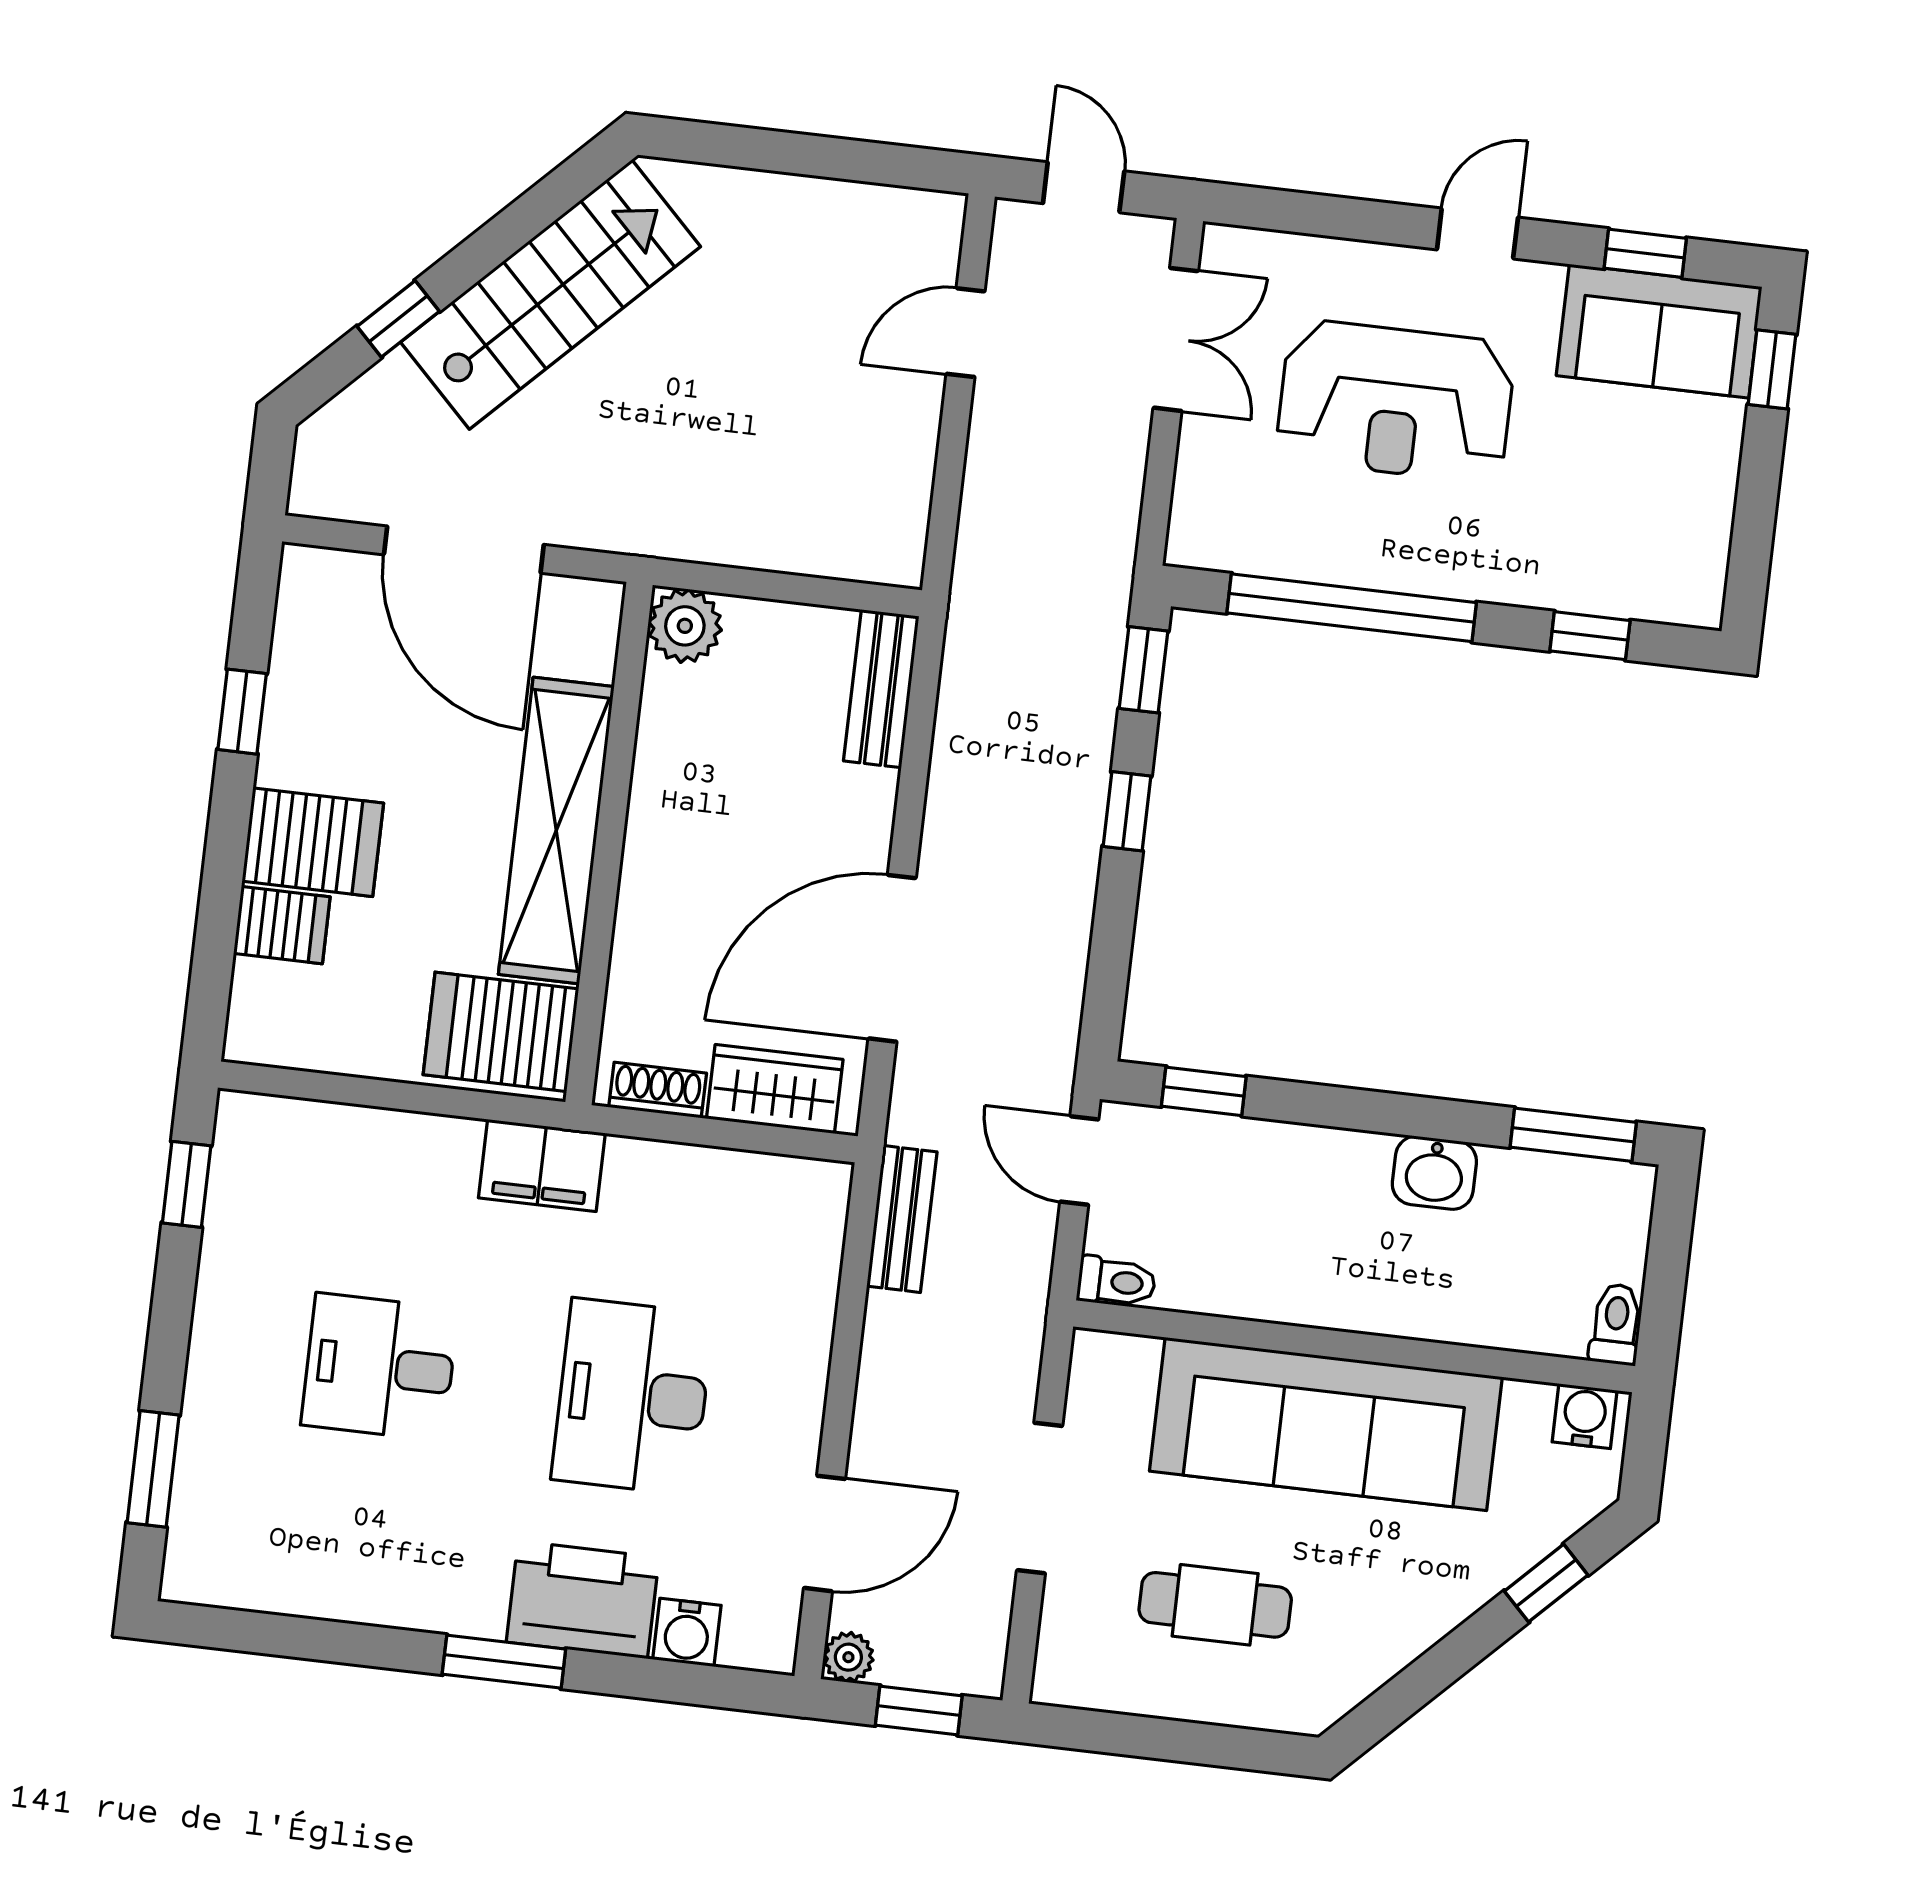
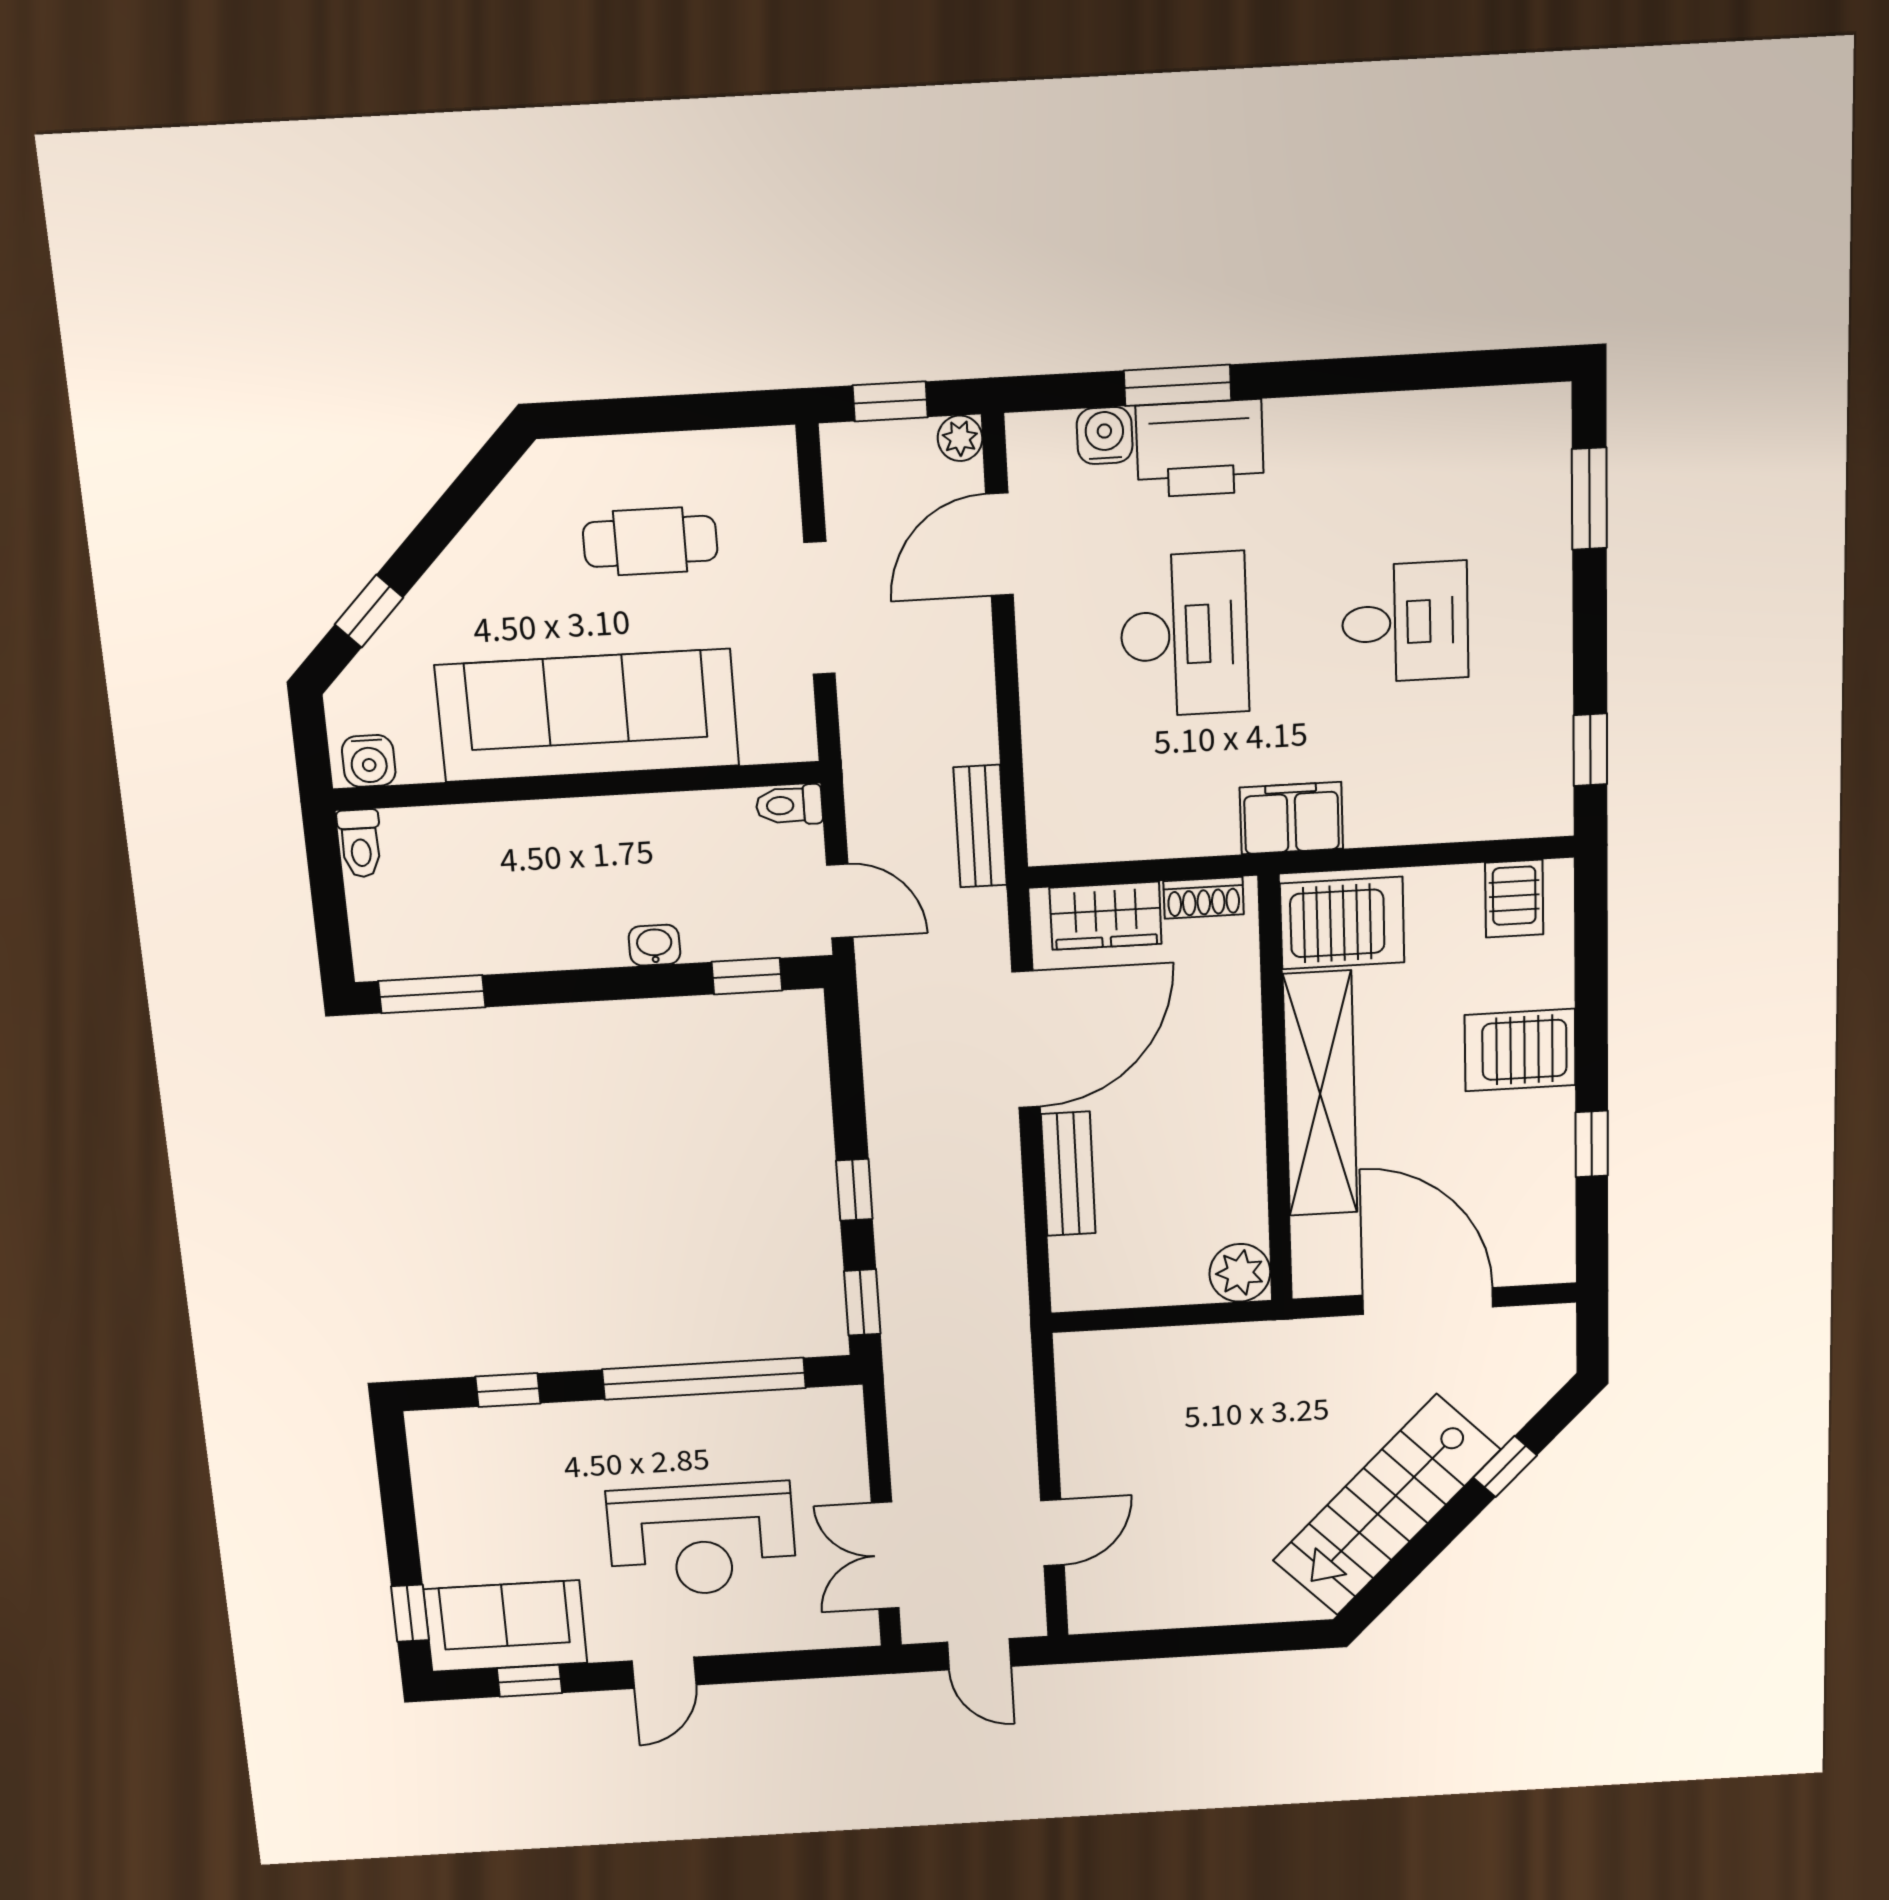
reception desk: (1396, 401) -> (702, 1540), turned 180
bench: (881, 689) -> (1068, 1174), moved
server rack: (282, 925) -> (1514, 899), moved, turned -90
washbasin: (1434, 1173) -> (654, 945), moved, width x0.72, depth x0.69
window: (504, 1662) -> (1178, 385), moved

